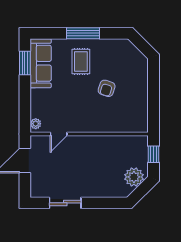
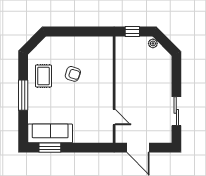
rug: (81, 61) -> (43, 76), moved, turned 90
plant: (36, 124) -> (105, 138), removed
plant: (134, 177) -> (153, 43), width x0.53, depth x0.53

